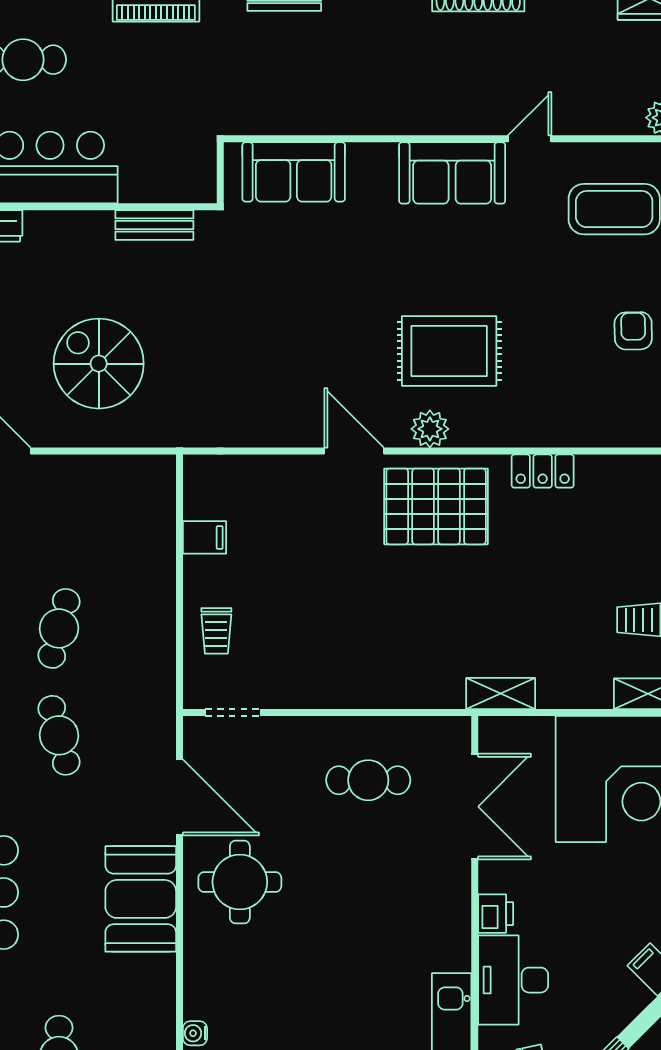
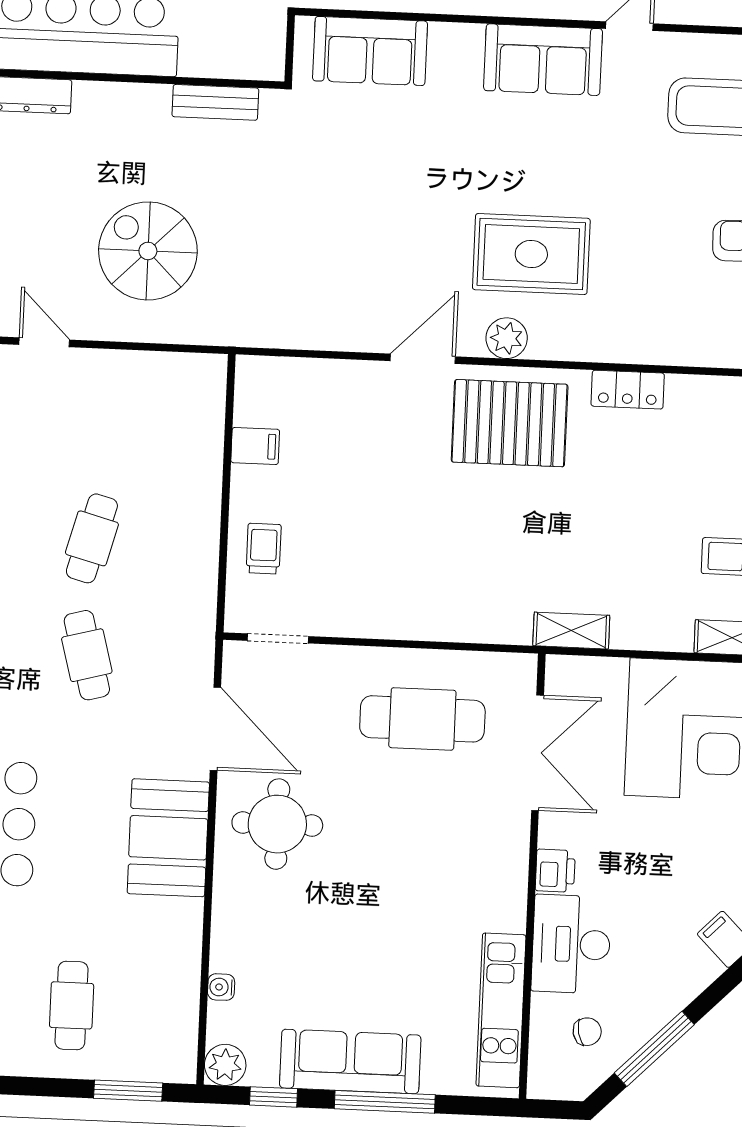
door: (354, 451) -> (423, 359), hinge flipped
trolley: (216, 631) -> (264, 549), turned 180
cafe table: (368, 780) -> (422, 719), width x1.37, depth x1.35

